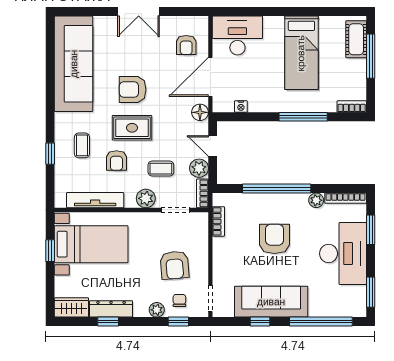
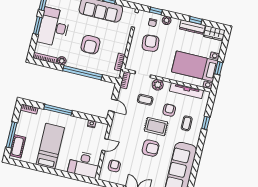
door: (210, 77) -> (105, 145), width x0.53
floor lamp: (200, 112) -> (116, 126), removed
plant: (199, 168) -> (124, 95), removed
window: (371, 230) -> (38, 26), moved

